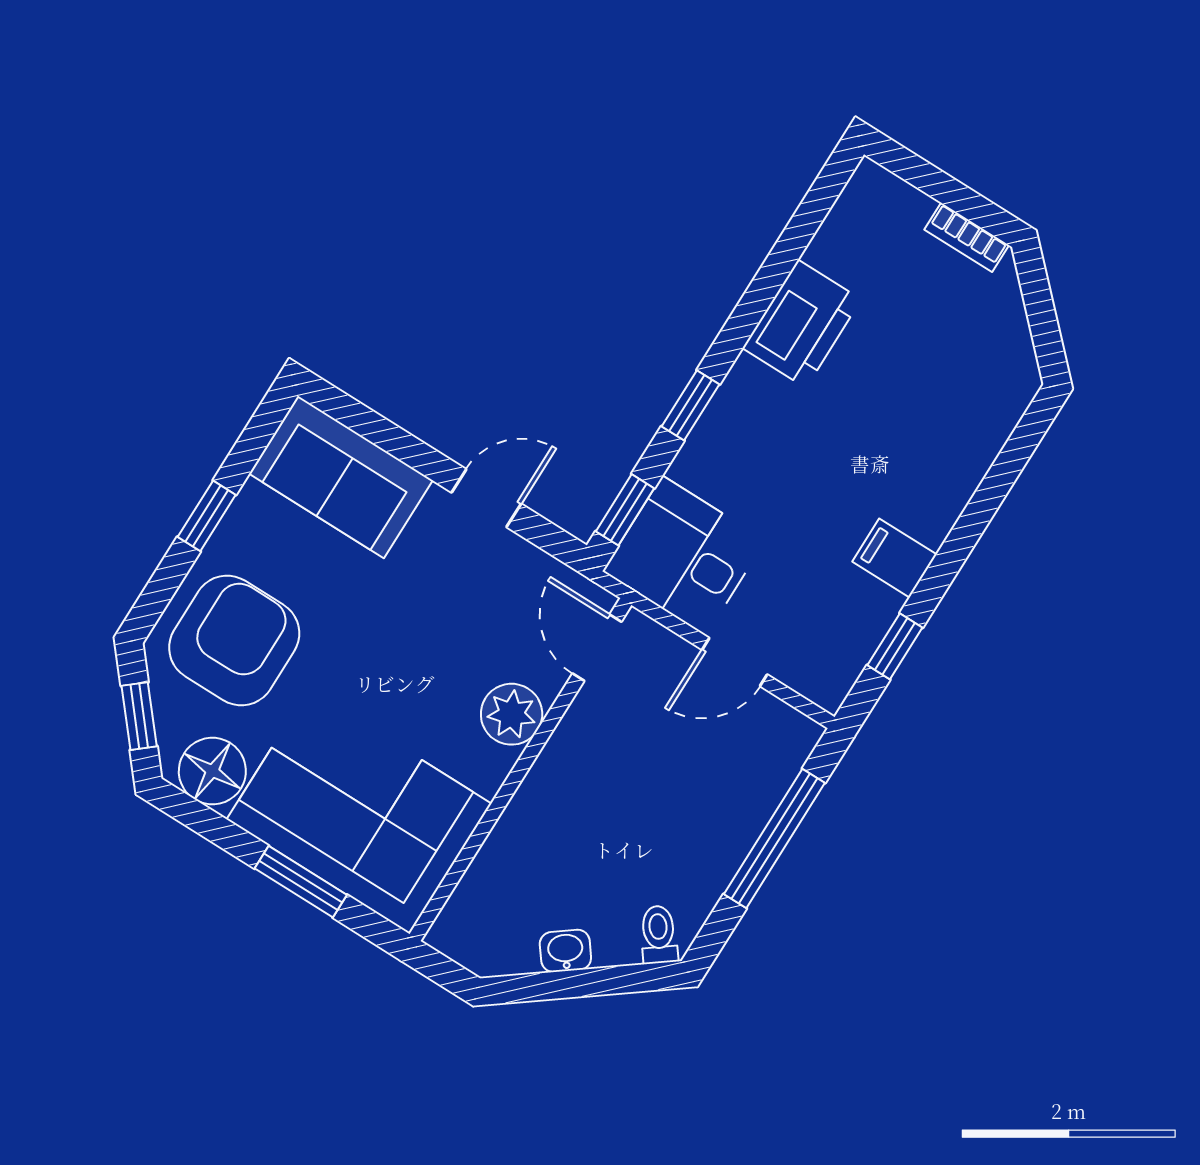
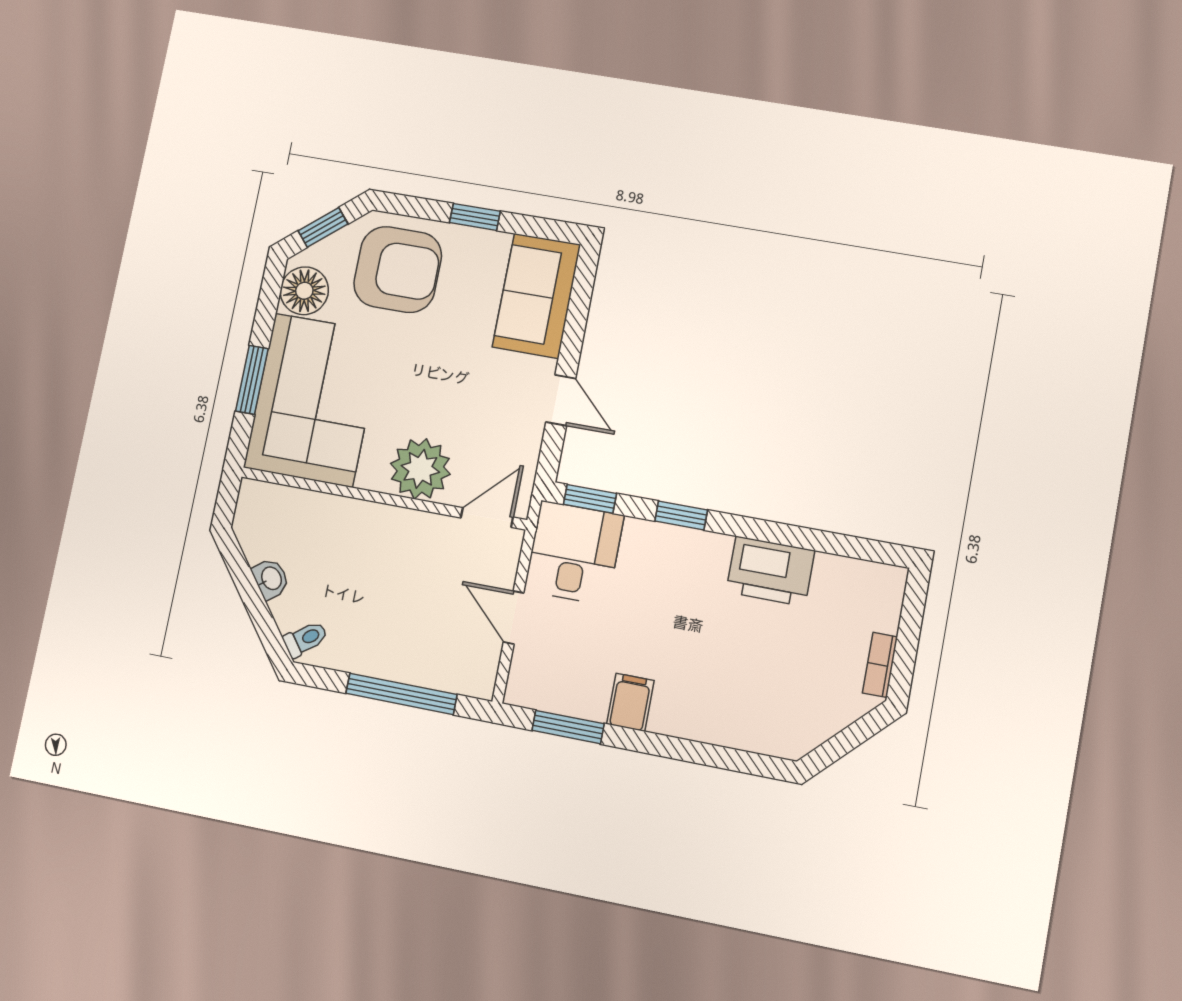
window: (895, 646) -> (568, 727), width x1.50
plant: (512, 714) -> (420, 469), width x1.36, depth x1.36

